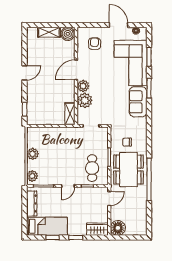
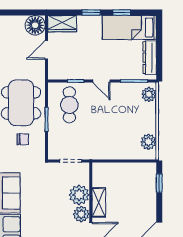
shelving: (70, 114) -> (99, 202), moved
plant: (33, 154) -> (148, 142), moved
door: (68, 186) -> (101, 81), swing flipped
door: (109, 199) -> (46, 50), moved

